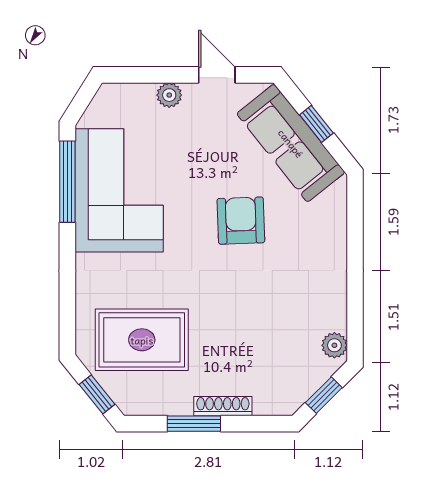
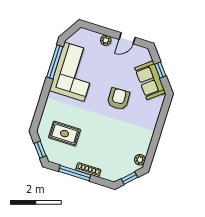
door: (217, 75) -> (127, 38), swing flipped
sofa: (291, 143) -> (150, 80), width x0.73
rug: (142, 340) -> (64, 134), width x0.73, depth x0.70
window: (194, 424) -> (75, 173), width x1.44

